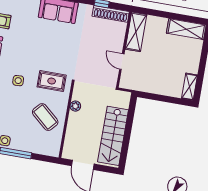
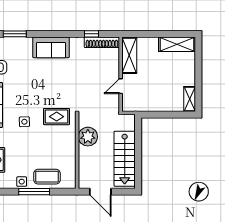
door: (122, 62) -> (121, 86), hinge flipped
plant: (75, 106) -> (88, 137), width x1.88, depth x1.88
coffee table: (45, 117) -> (47, 177), moved, turned -41

